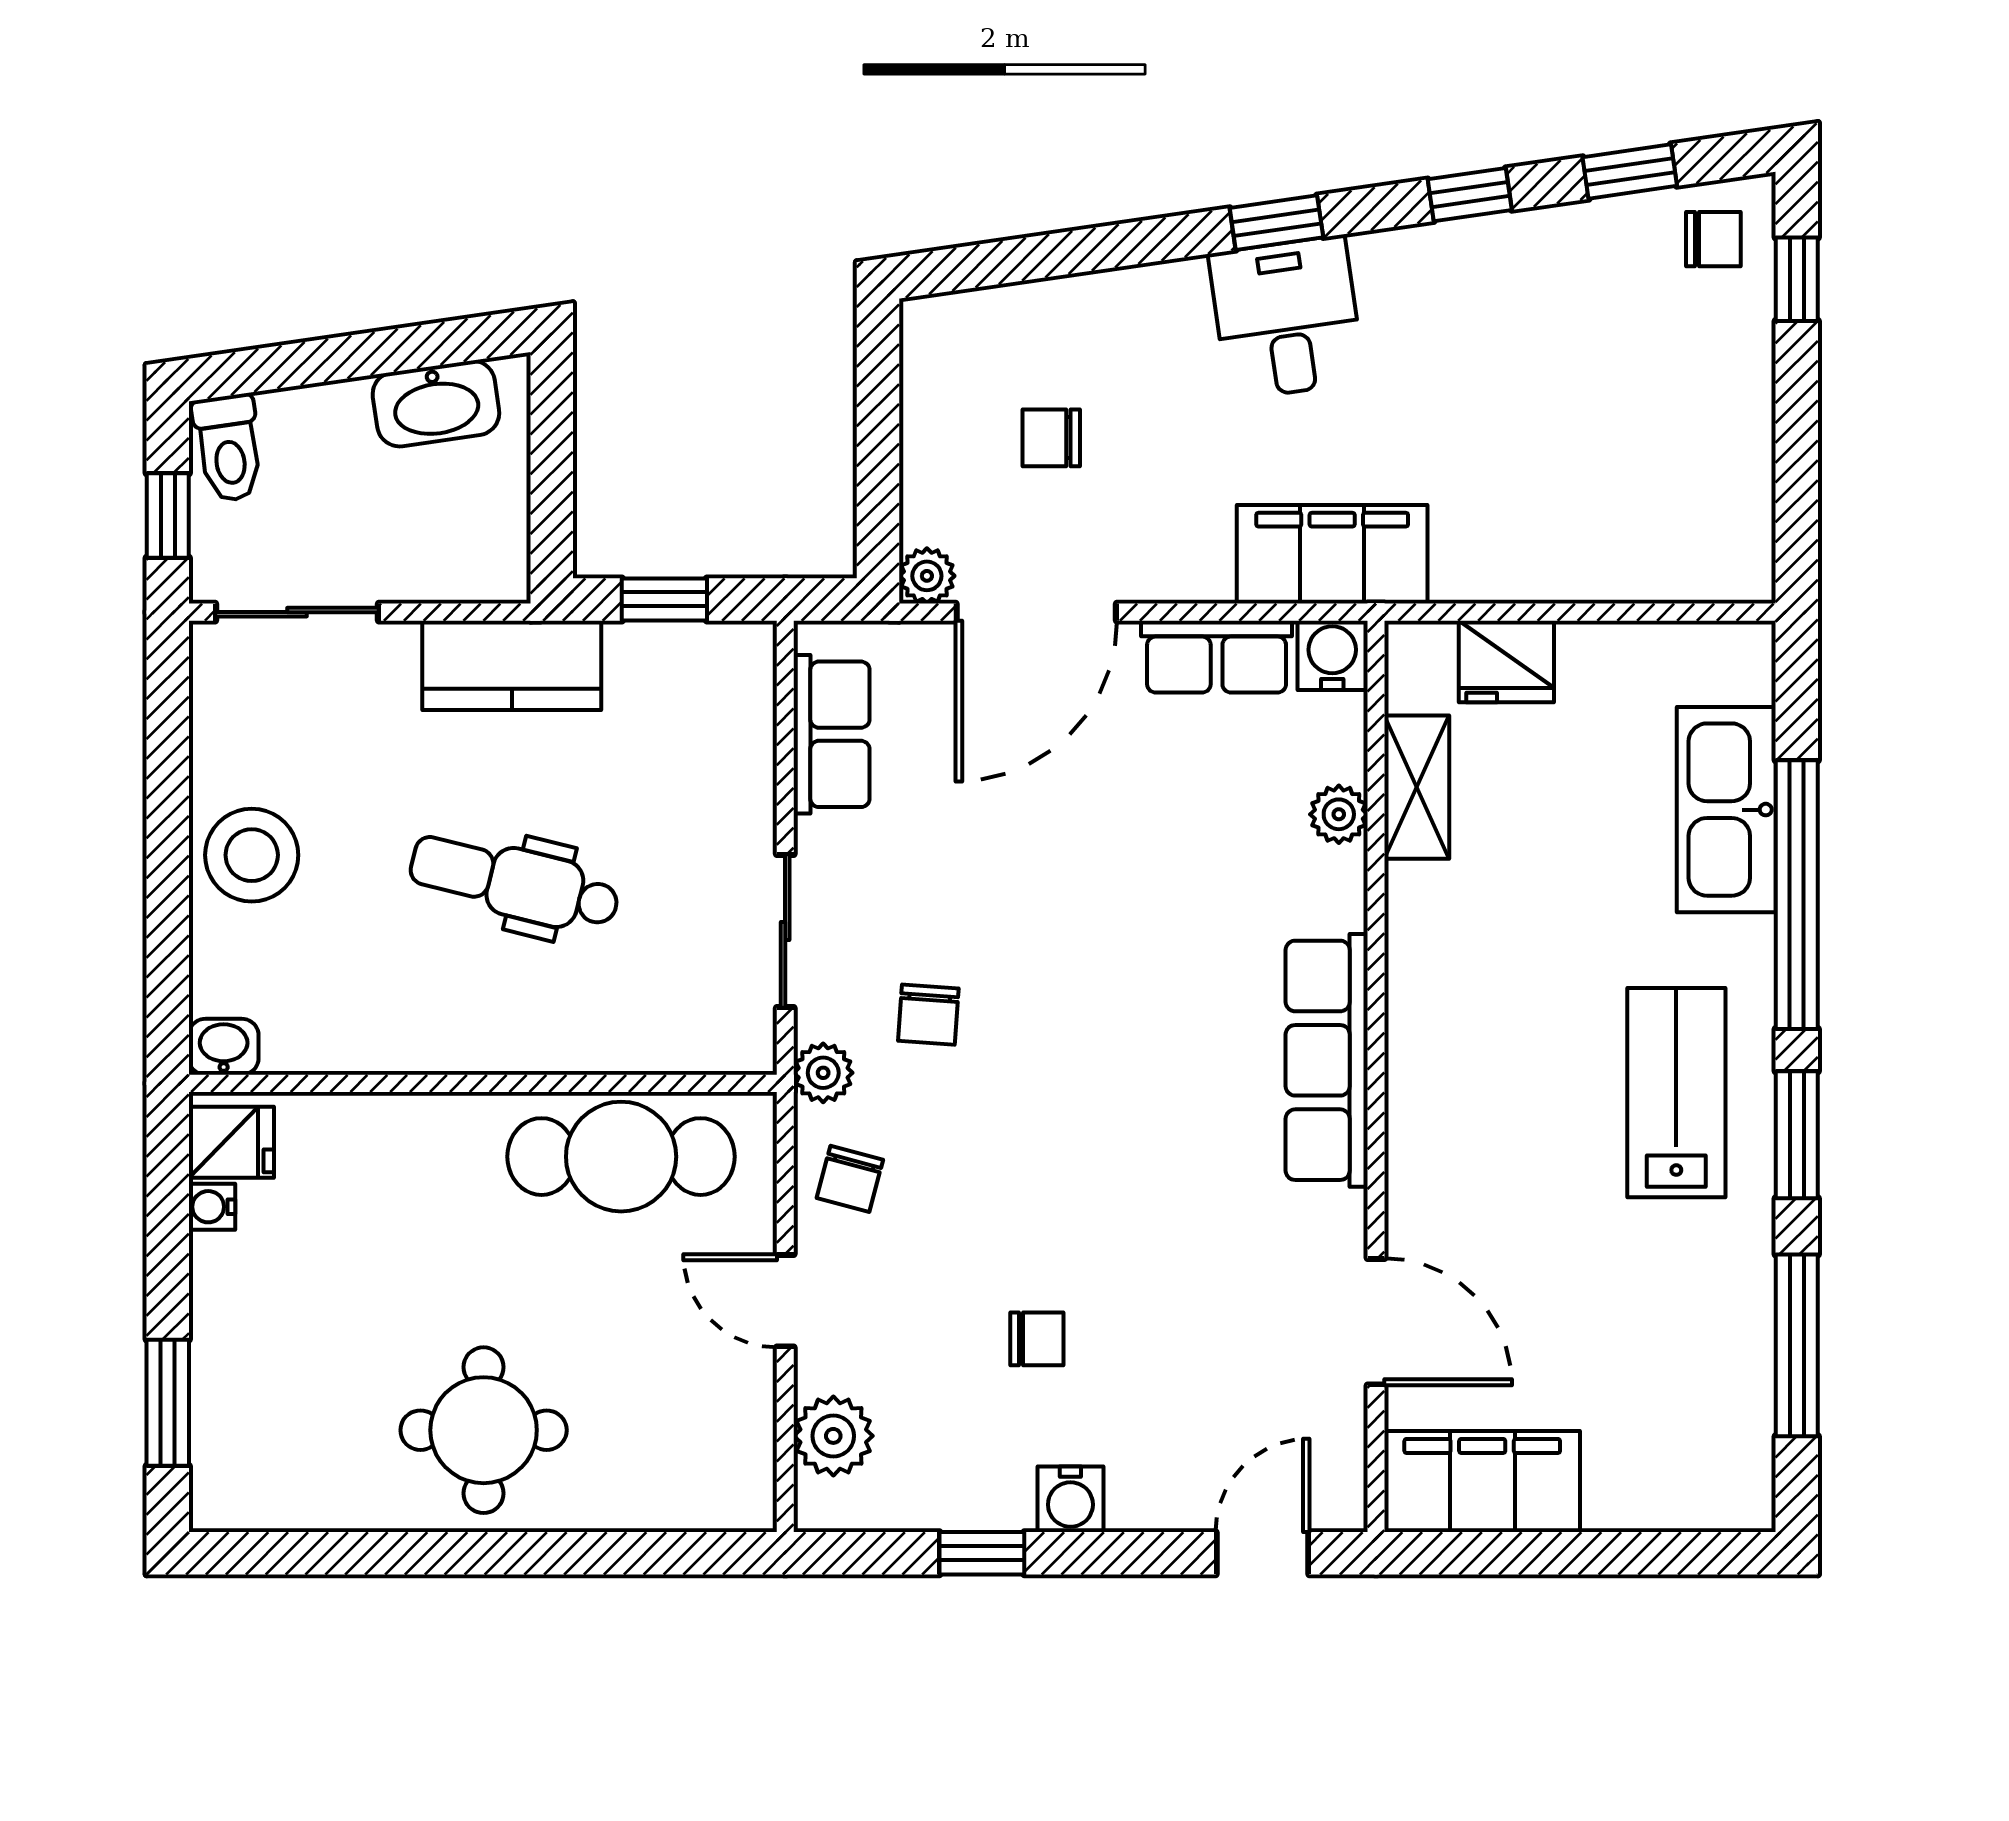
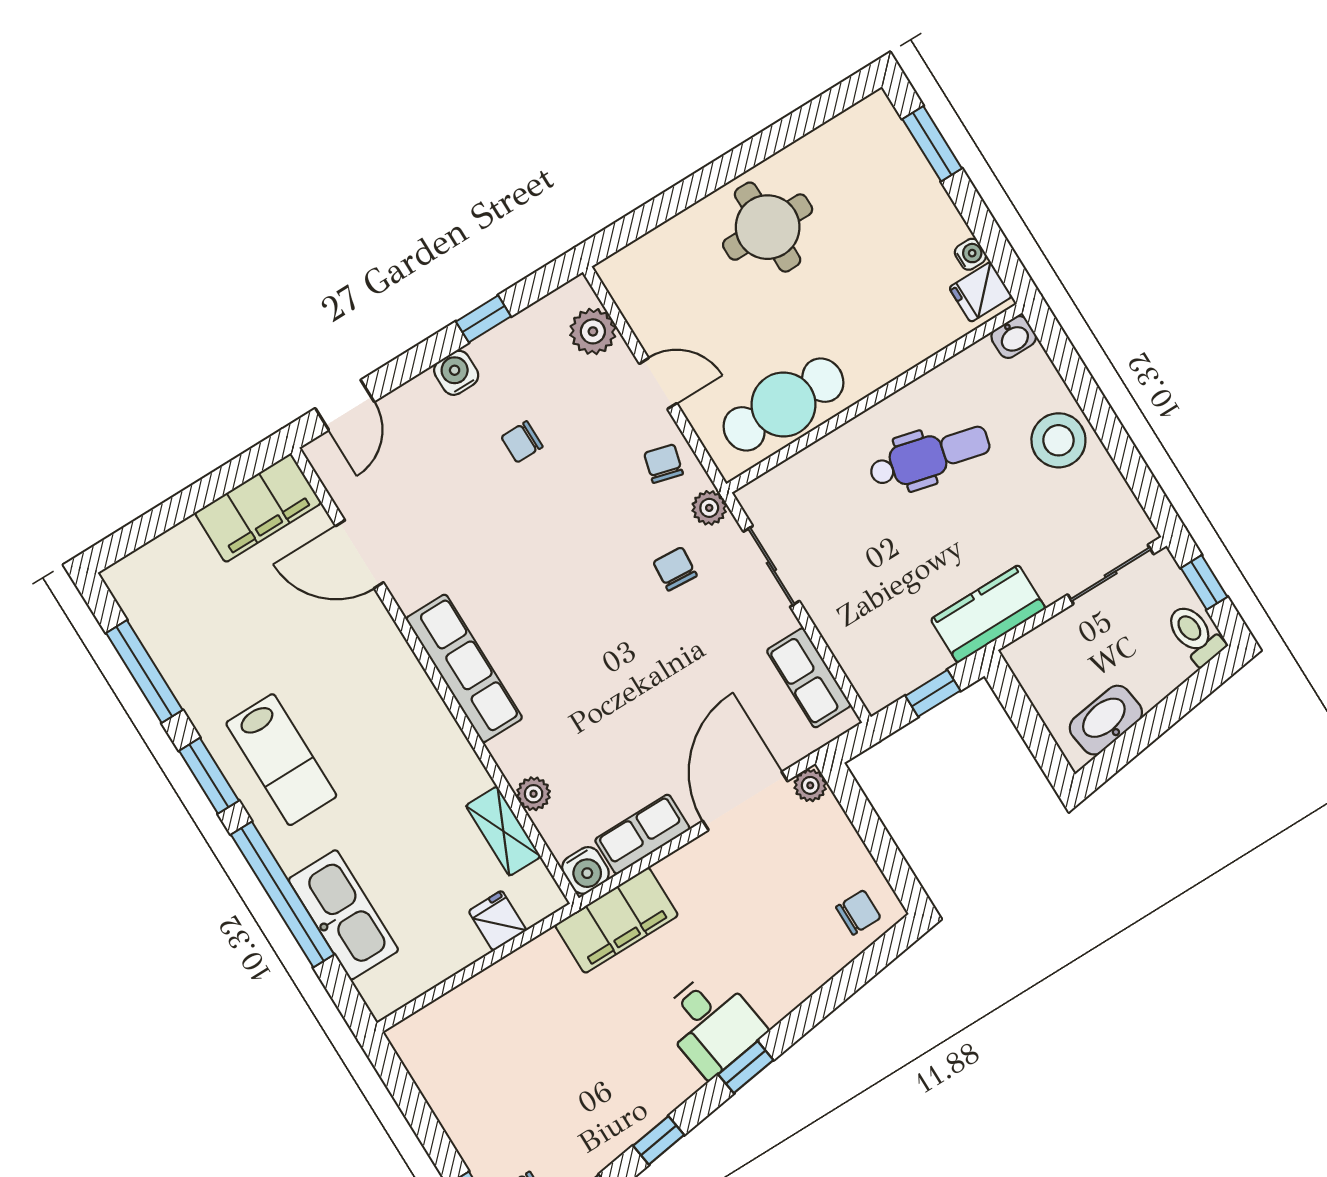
chair: (1051, 438) -> (858, 912), moved
fridge: (1506, 661) -> (497, 921), width x0.72
dental chair: (515, 883) -> (930, 457), moved

